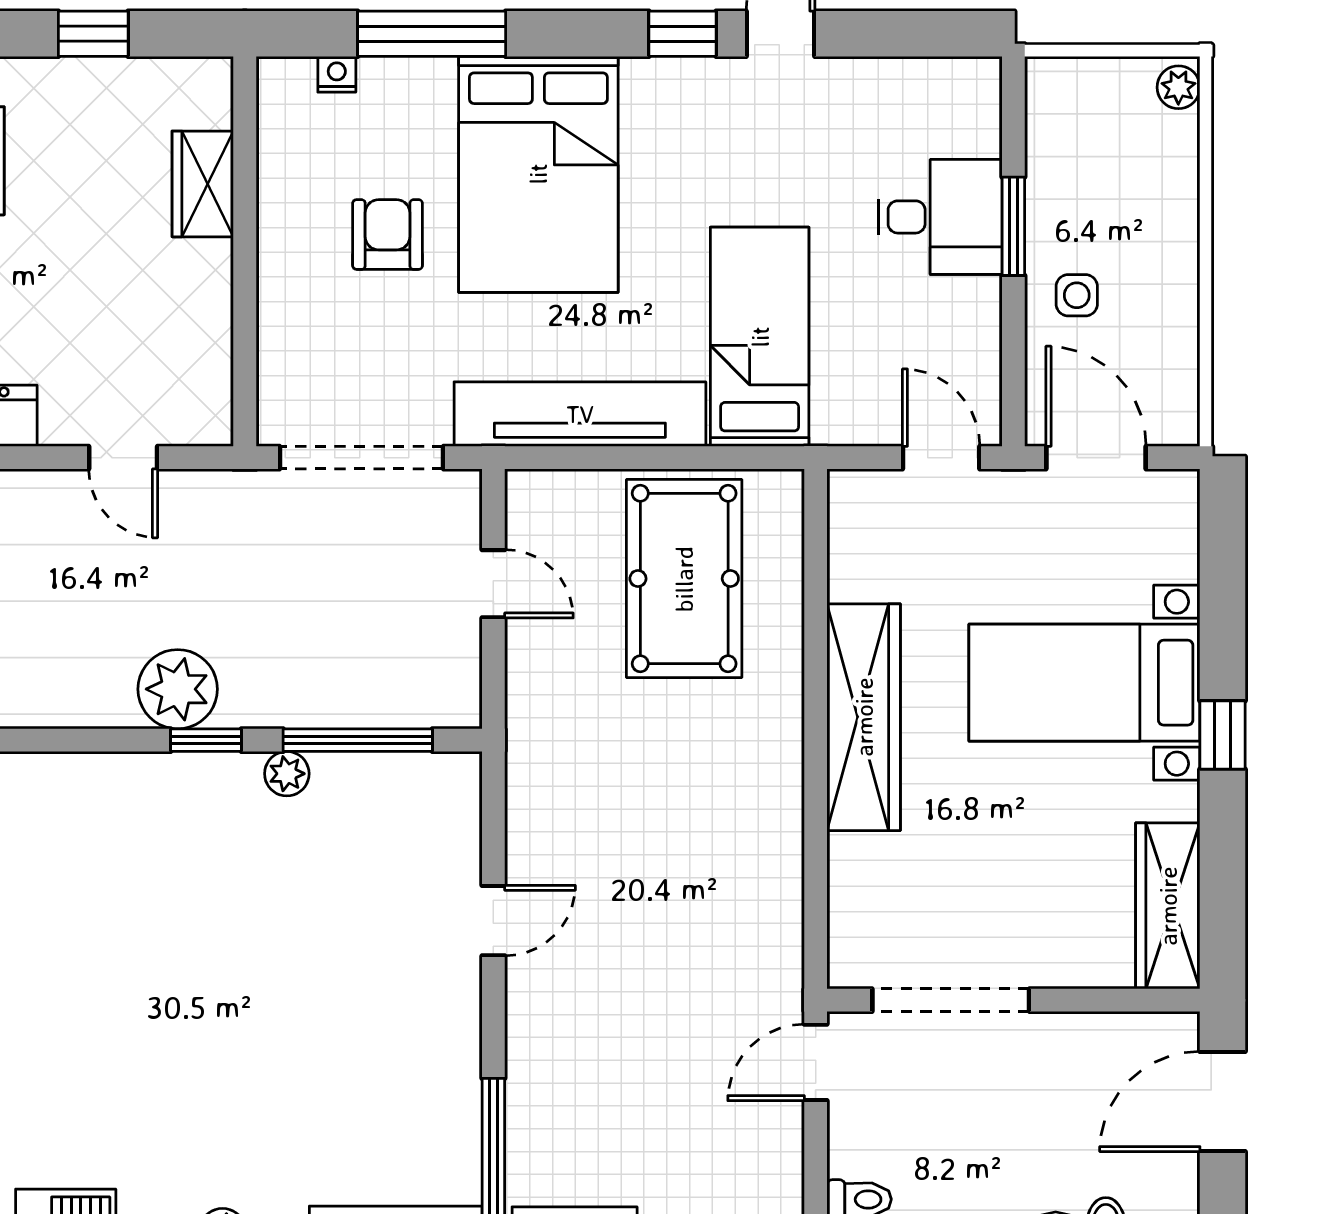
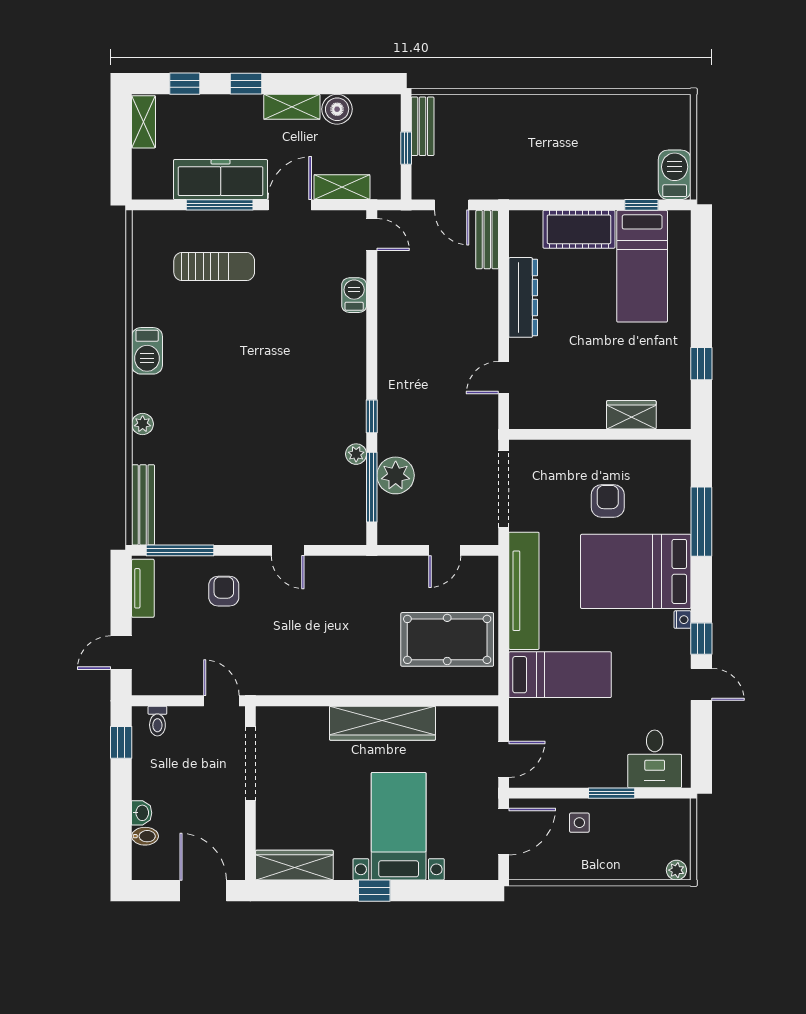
nightstand: (337, 74) -> (683, 620), moved
desk: (940, 217) -> (655, 759), moved
armchair: (388, 234) -> (608, 501), turned -90
plant: (178, 689) -> (396, 475), moved
armchair: (581, 1057) -> (224, 591), added

